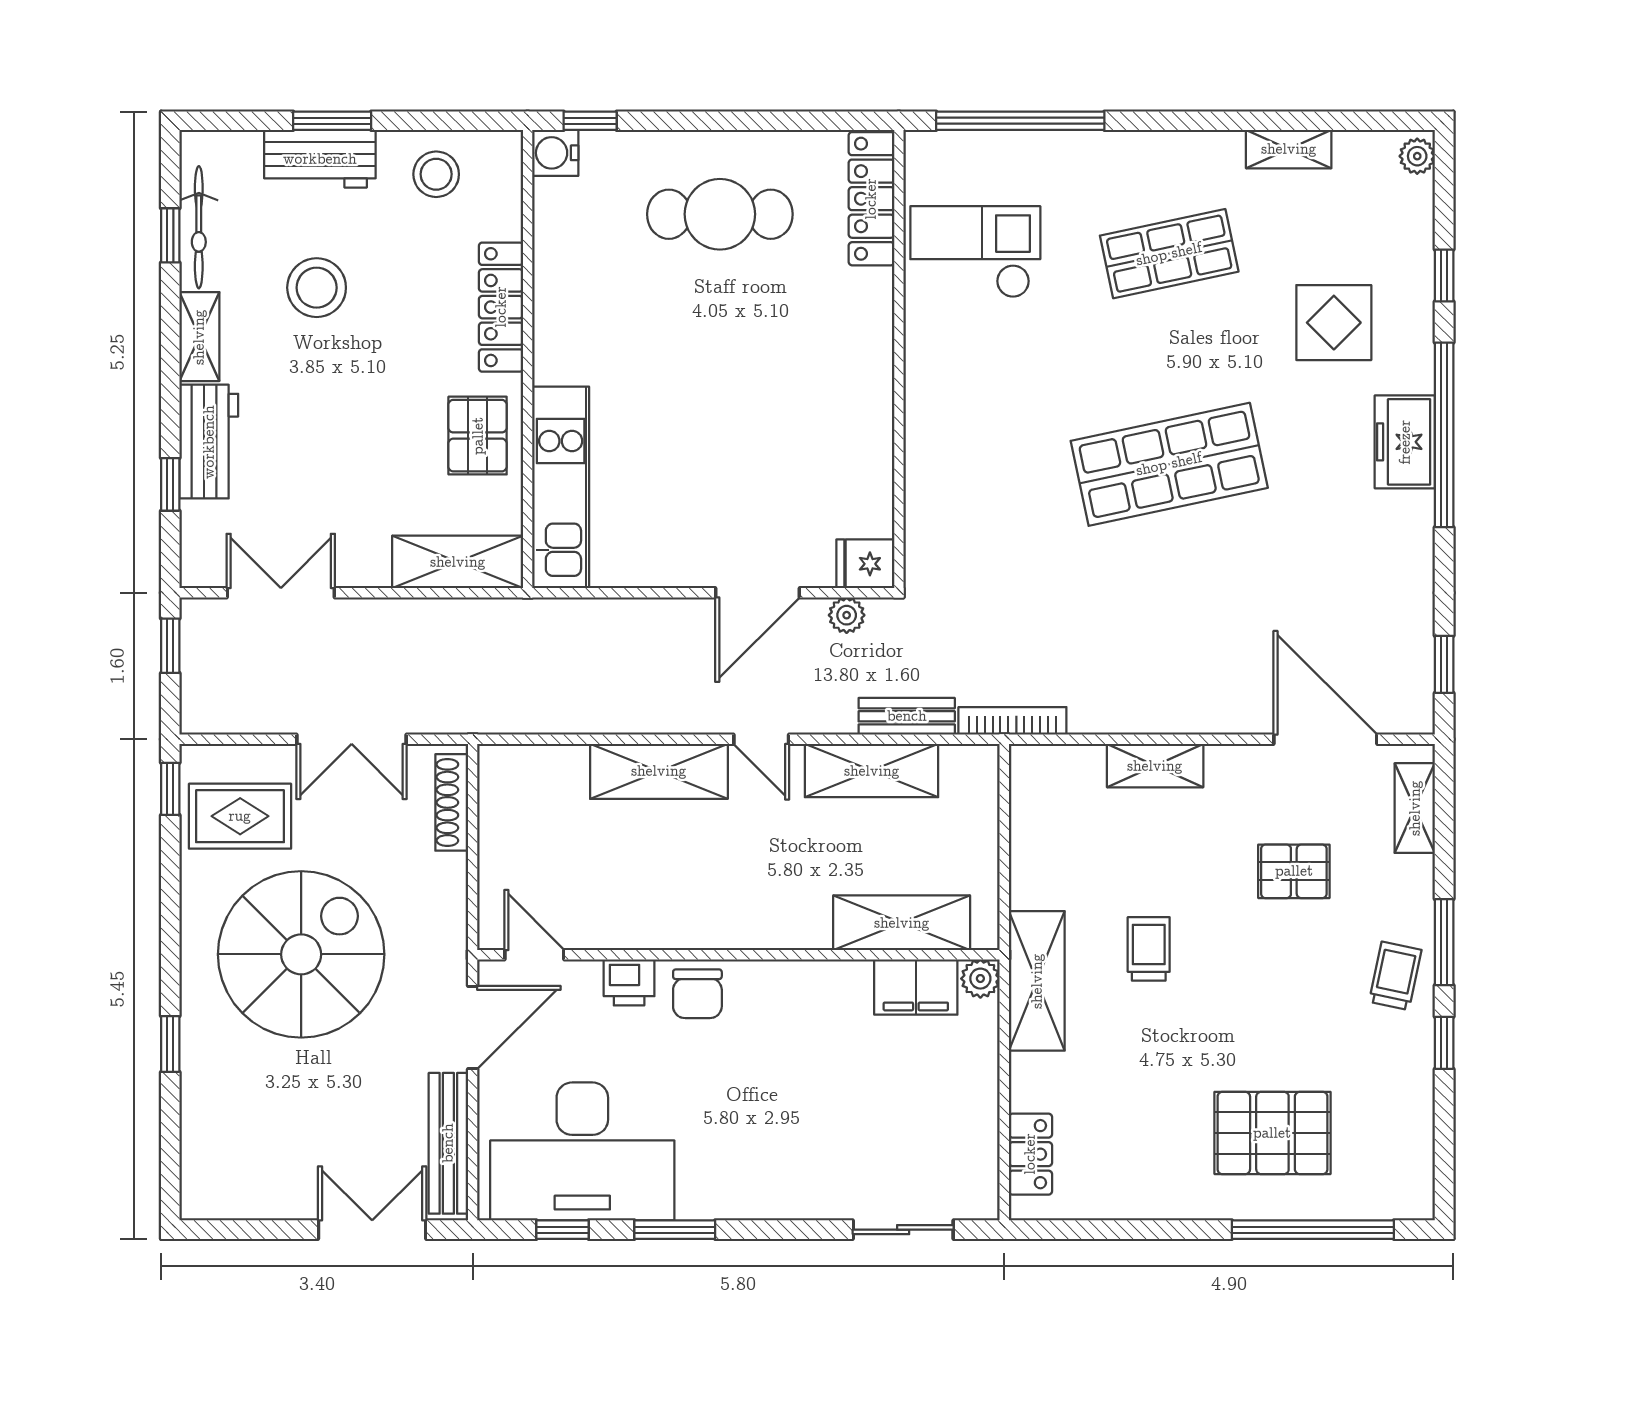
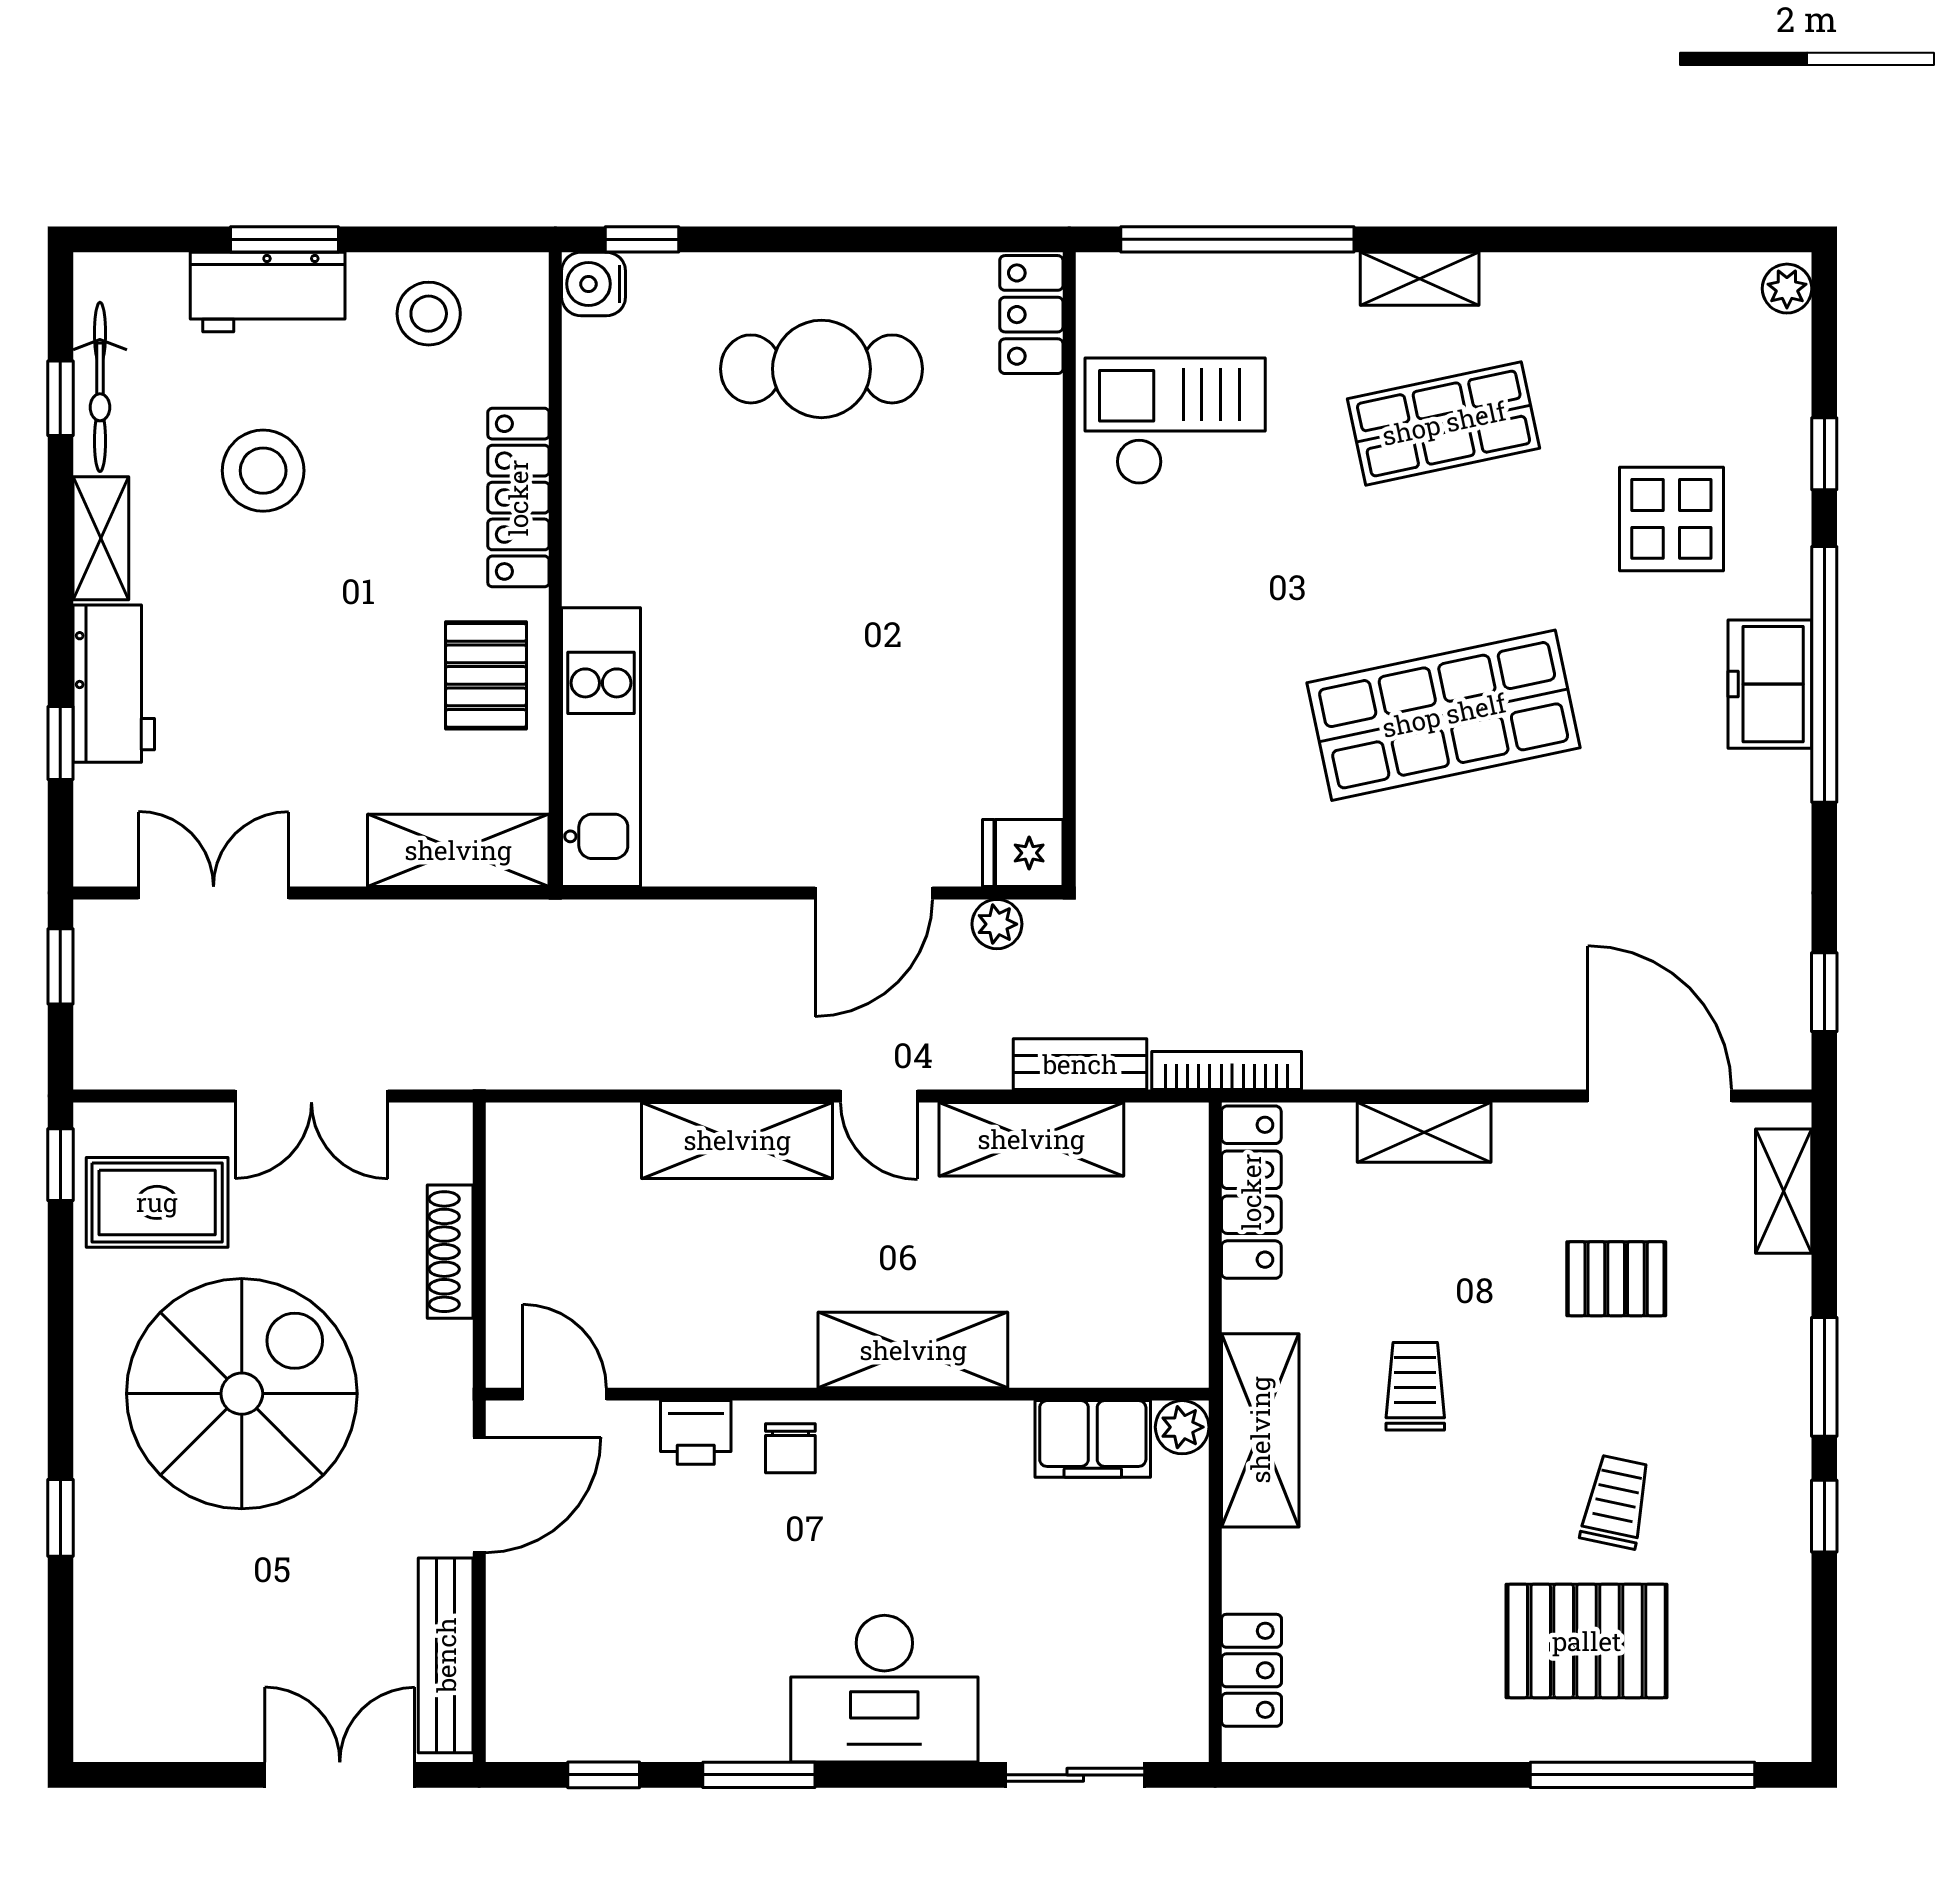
shelving: (1289, 149) -> (1420, 279), moved
locker: (871, 199) -> (1031, 315), width x0.66
shoe rack: (452, 802) -> (450, 1252), moved
locker: (1030, 809) -> (1251, 1192), added
shelving: (902, 923) -> (913, 1350), moved
trolley: (1395, 976) -> (1616, 1502), moved
chair: (697, 994) -> (790, 1448), width x0.73, depth x0.73
desk: (582, 1151) -> (884, 1689), moved, width x0.73, depth x0.77

